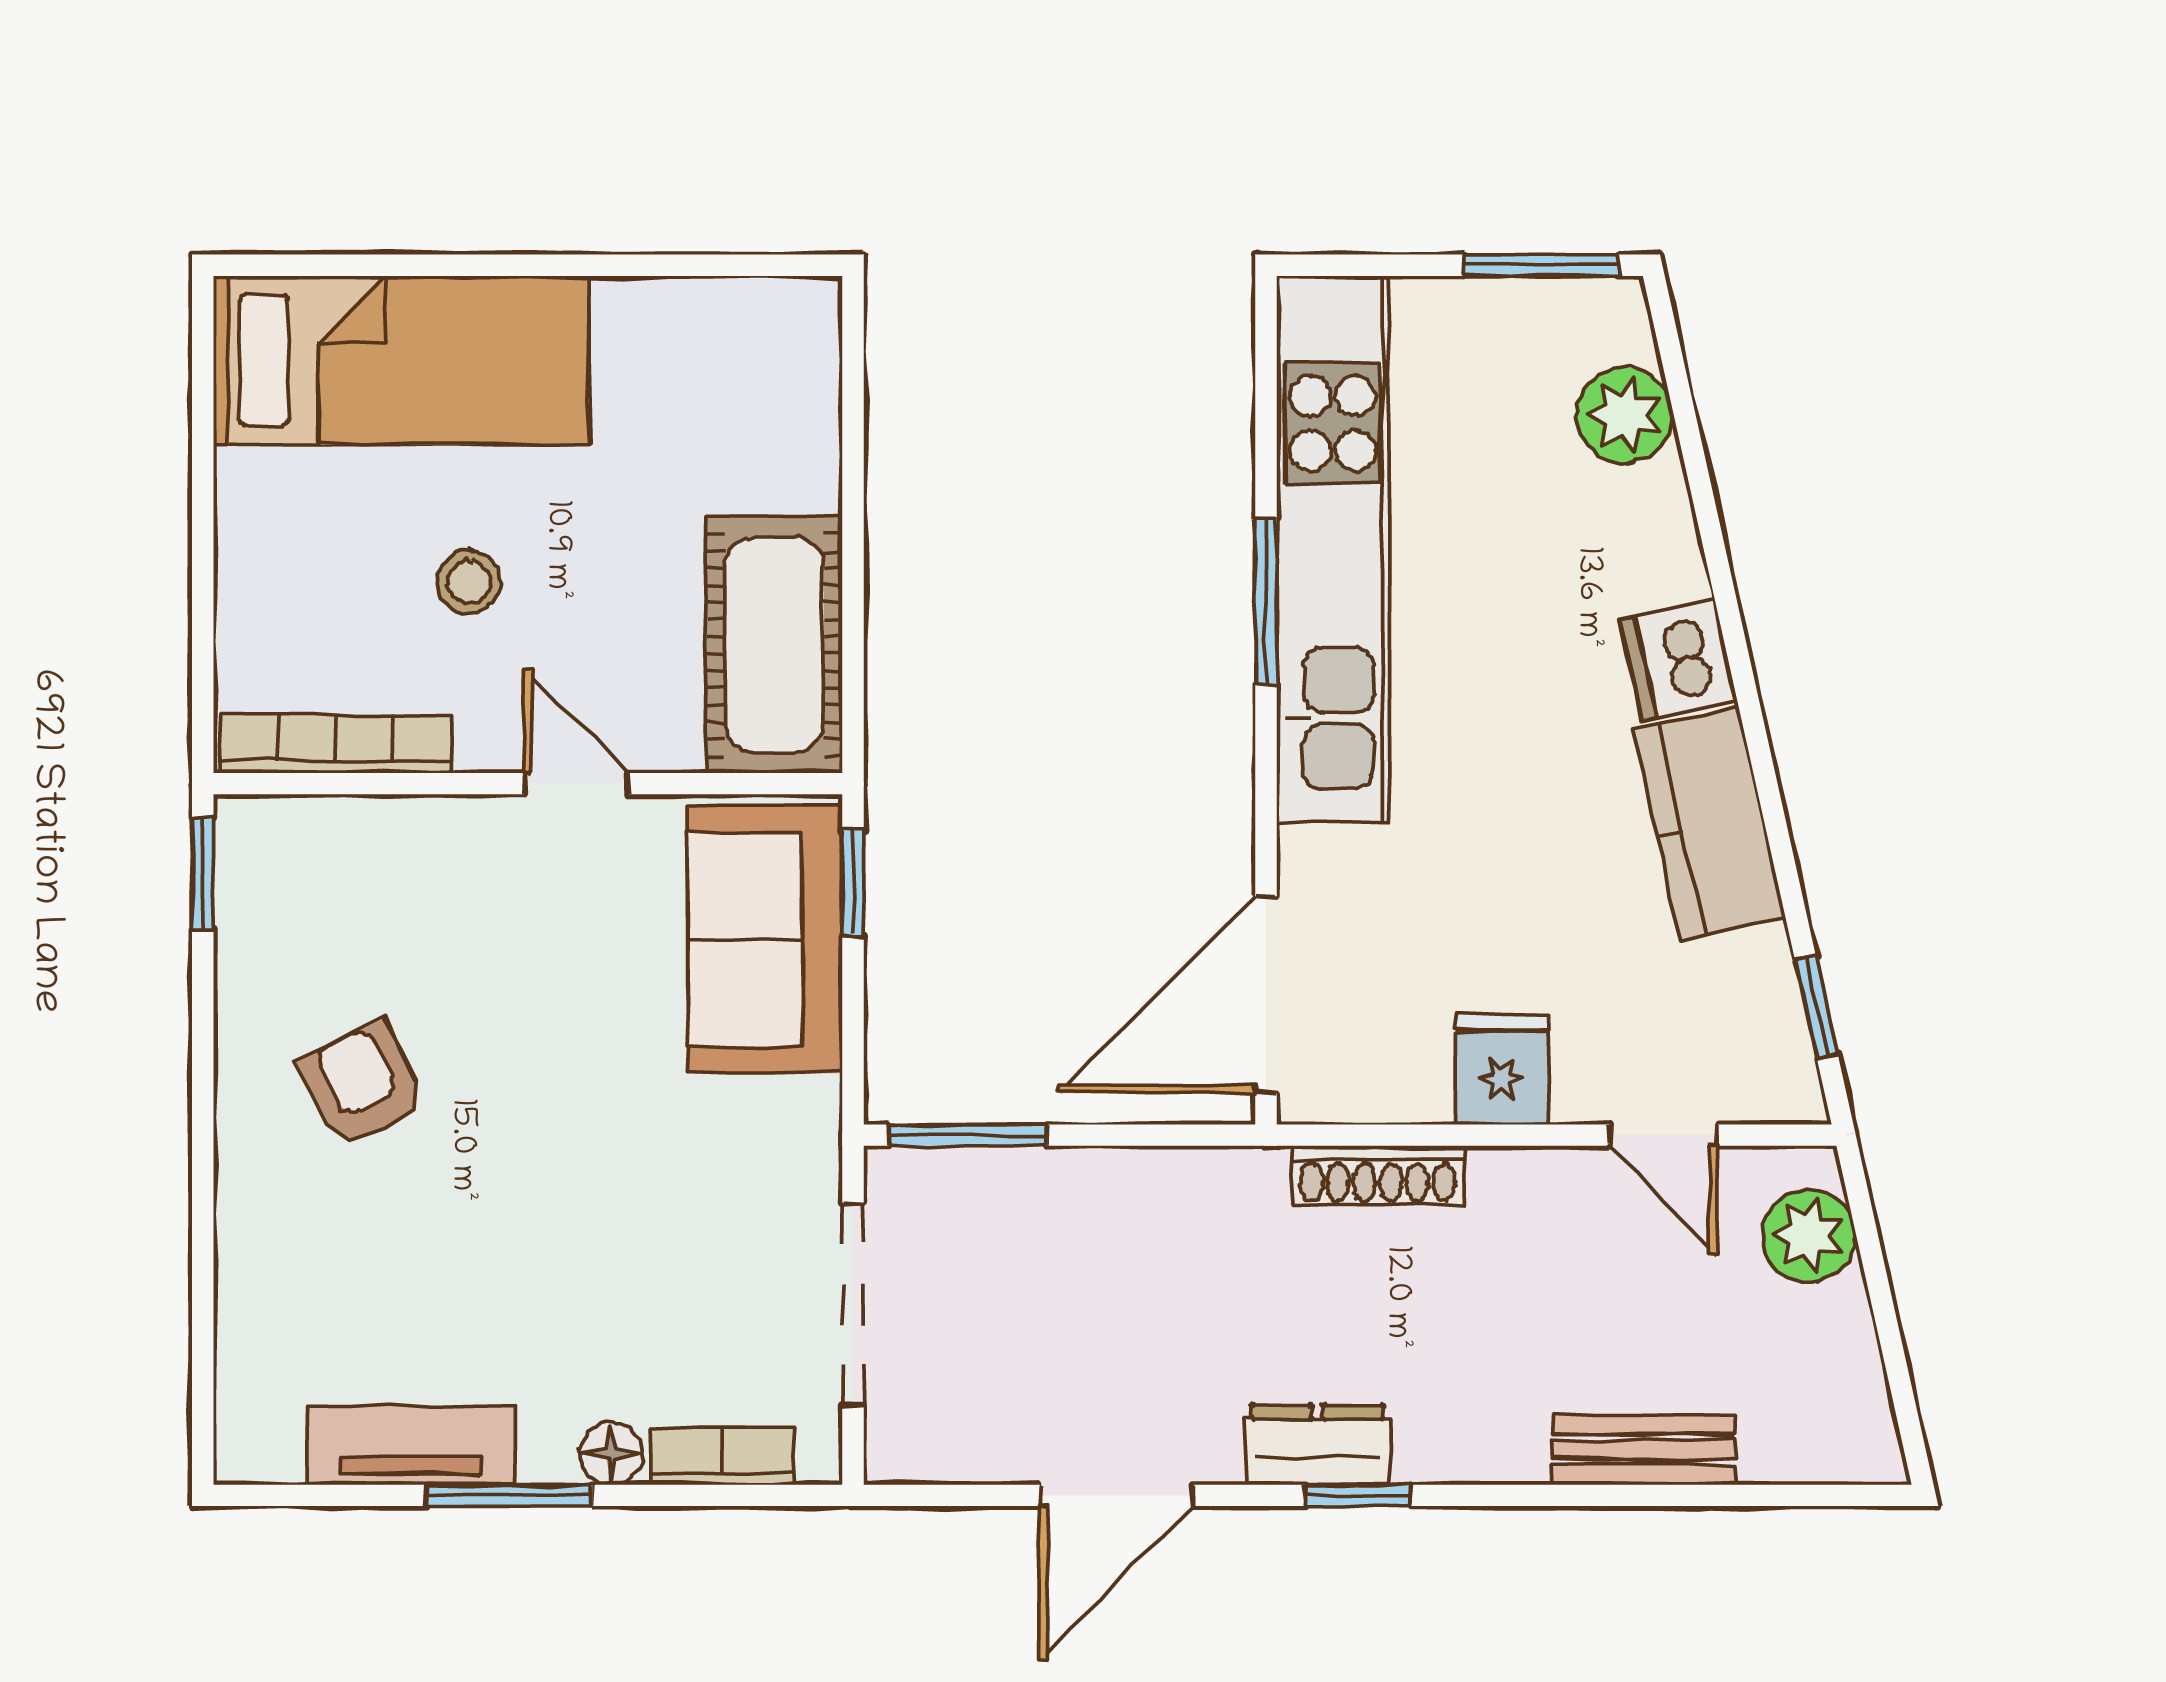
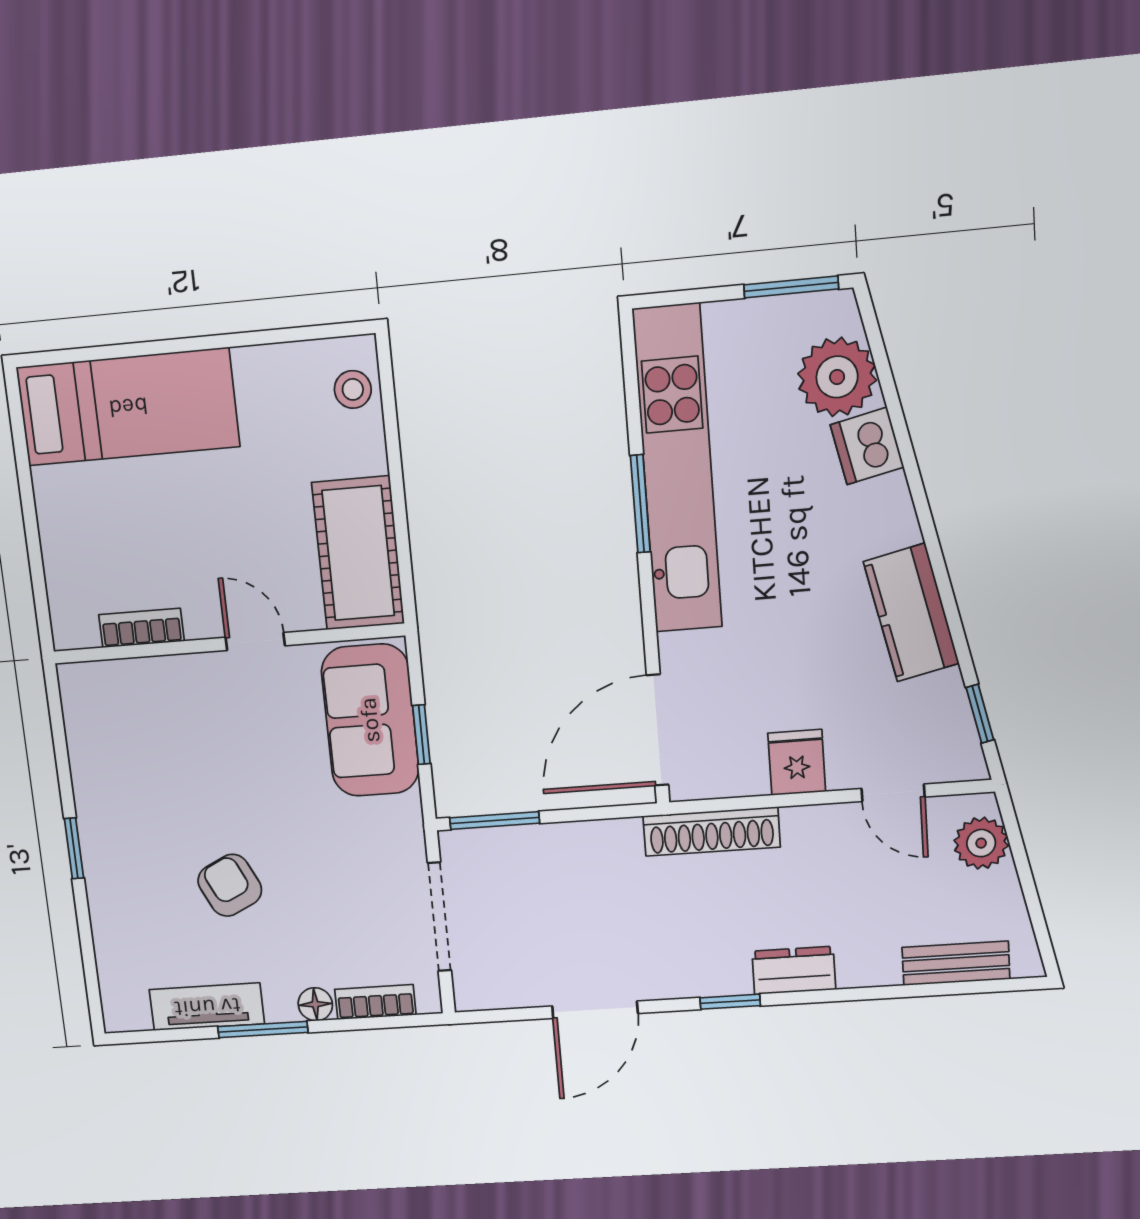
plant: (1625, 415) -> (837, 377), width x1.36, depth x1.36
stool: (469, 582) -> (353, 389), moved
dishwasher: (1678, 660) -> (867, 446), moved
bookcase: (335, 744) -> (141, 628), width x0.64
window: (203, 874) -> (74, 848), moved
window: (853, 882) -> (421, 735), moved
armchair: (362, 1085) -> (230, 885), moved
shoe rack: (1378, 1175) -> (712, 832), width x1.36, depth x1.24
dresser: (1317, 1445) -> (794, 970), moved
bench: (1644, 1450) -> (956, 963), moved

